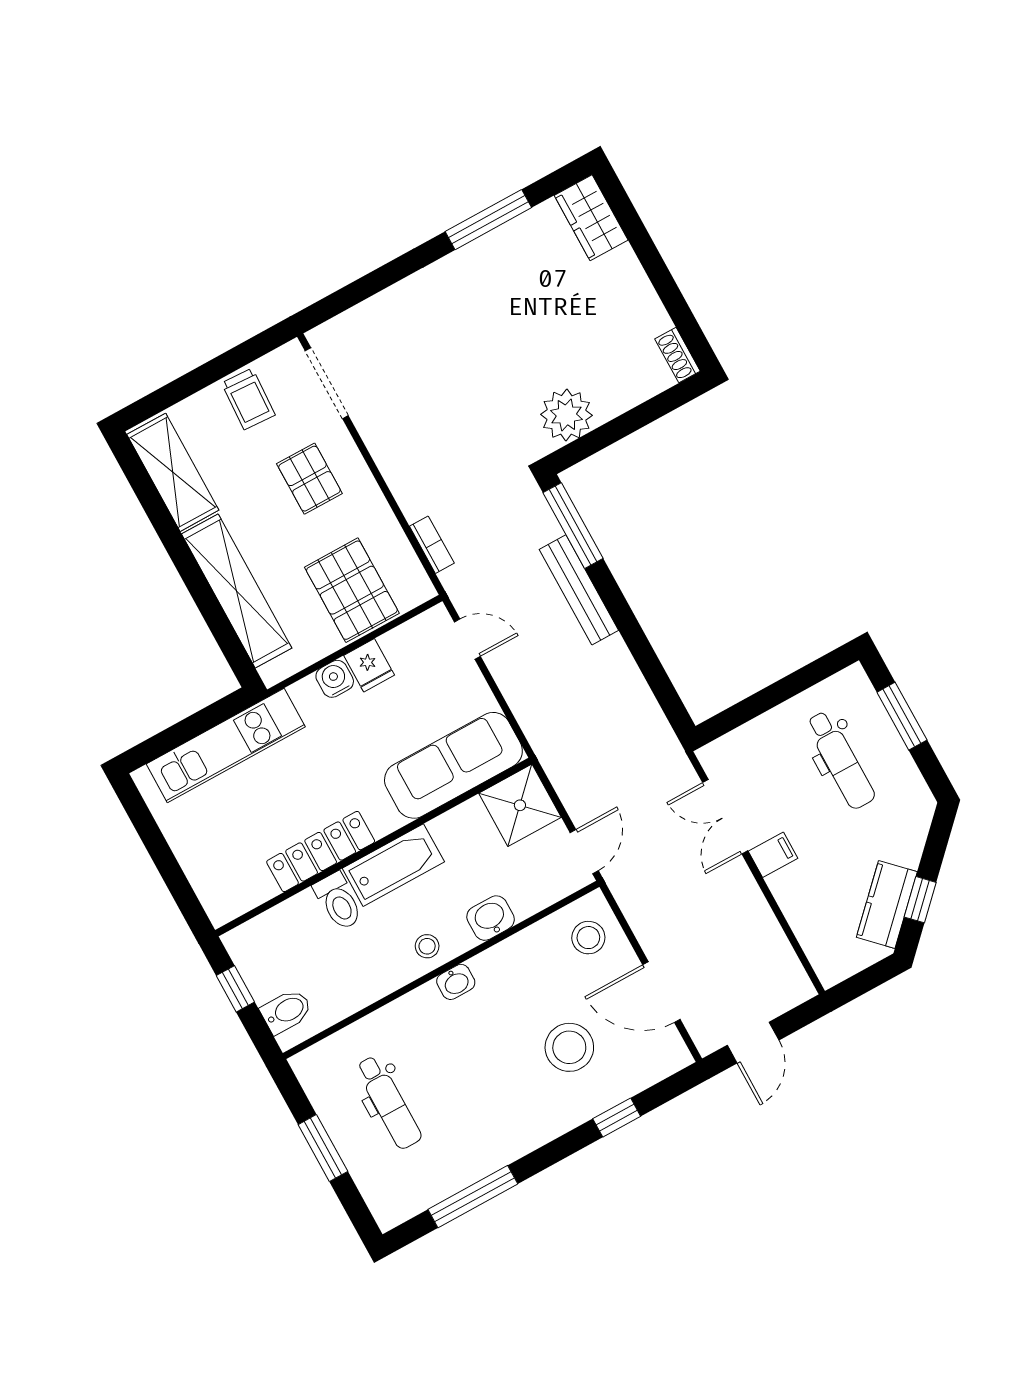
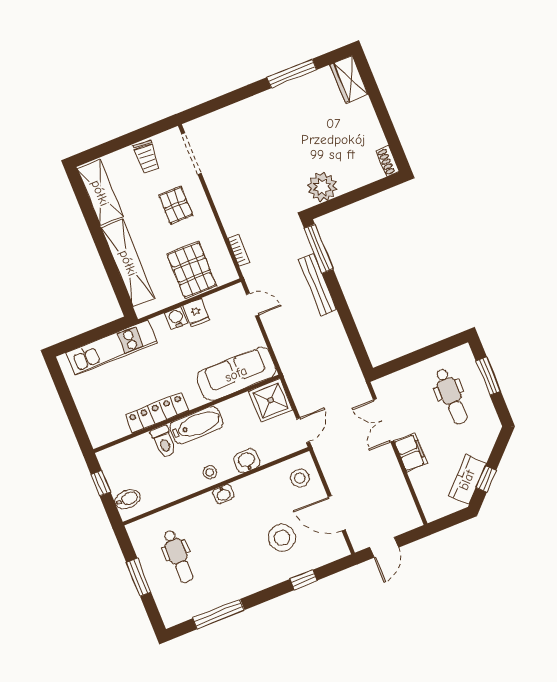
filing cabinet: (773, 855) -> (411, 452), width x2.00

